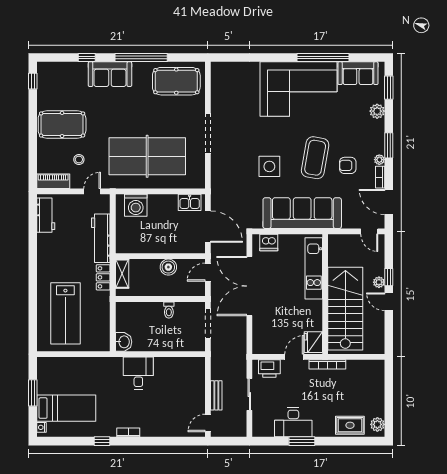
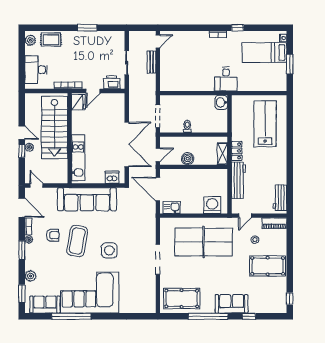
side table: (269, 166) -> (109, 250), moved
desk: (138, 373) -> (226, 79), moved
desk: (293, 422) -> (36, 70), moved, turned -90

